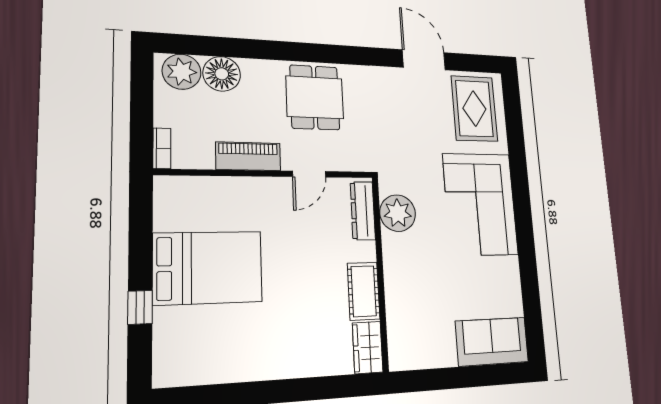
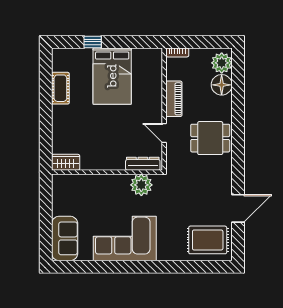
corner sofa: (480, 204) -> (125, 238), moved
cot: (364, 291) -> (60, 88), moved, turned 90

